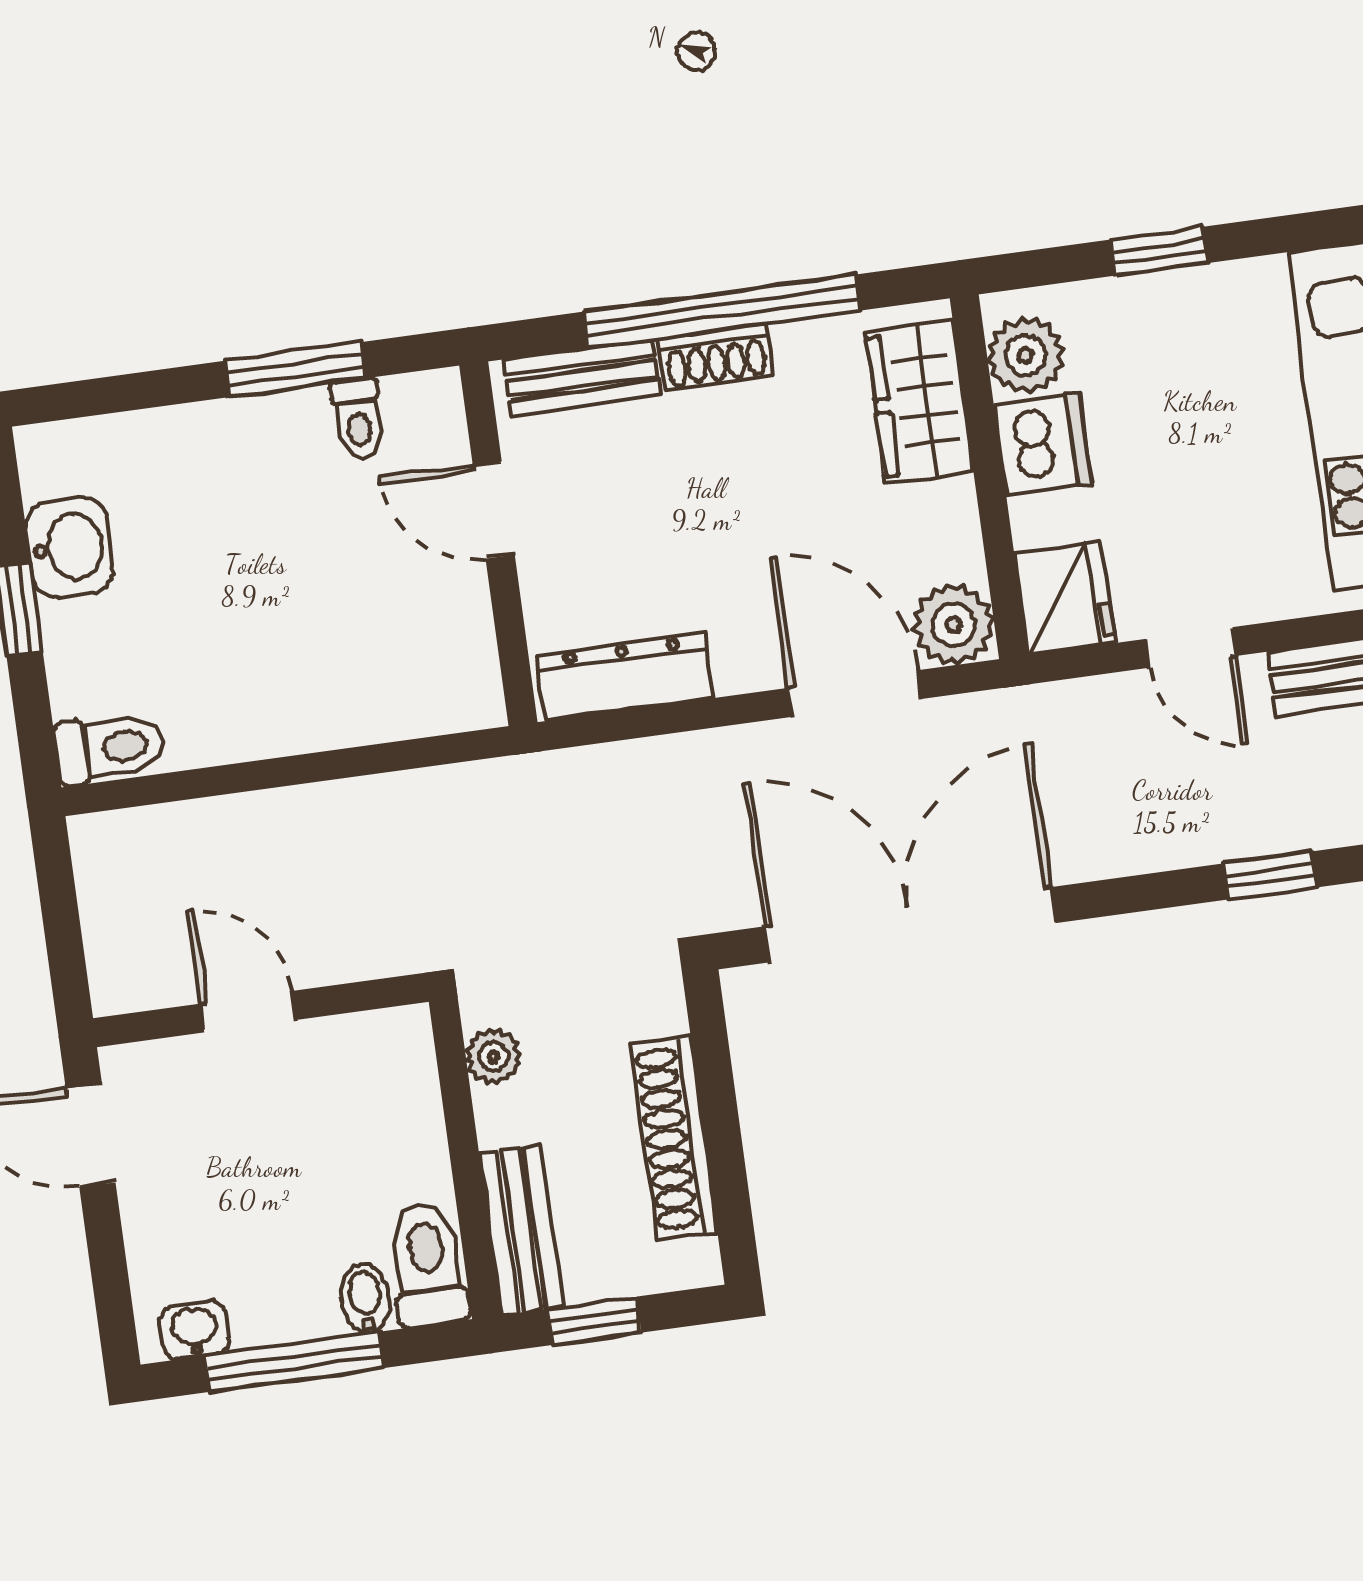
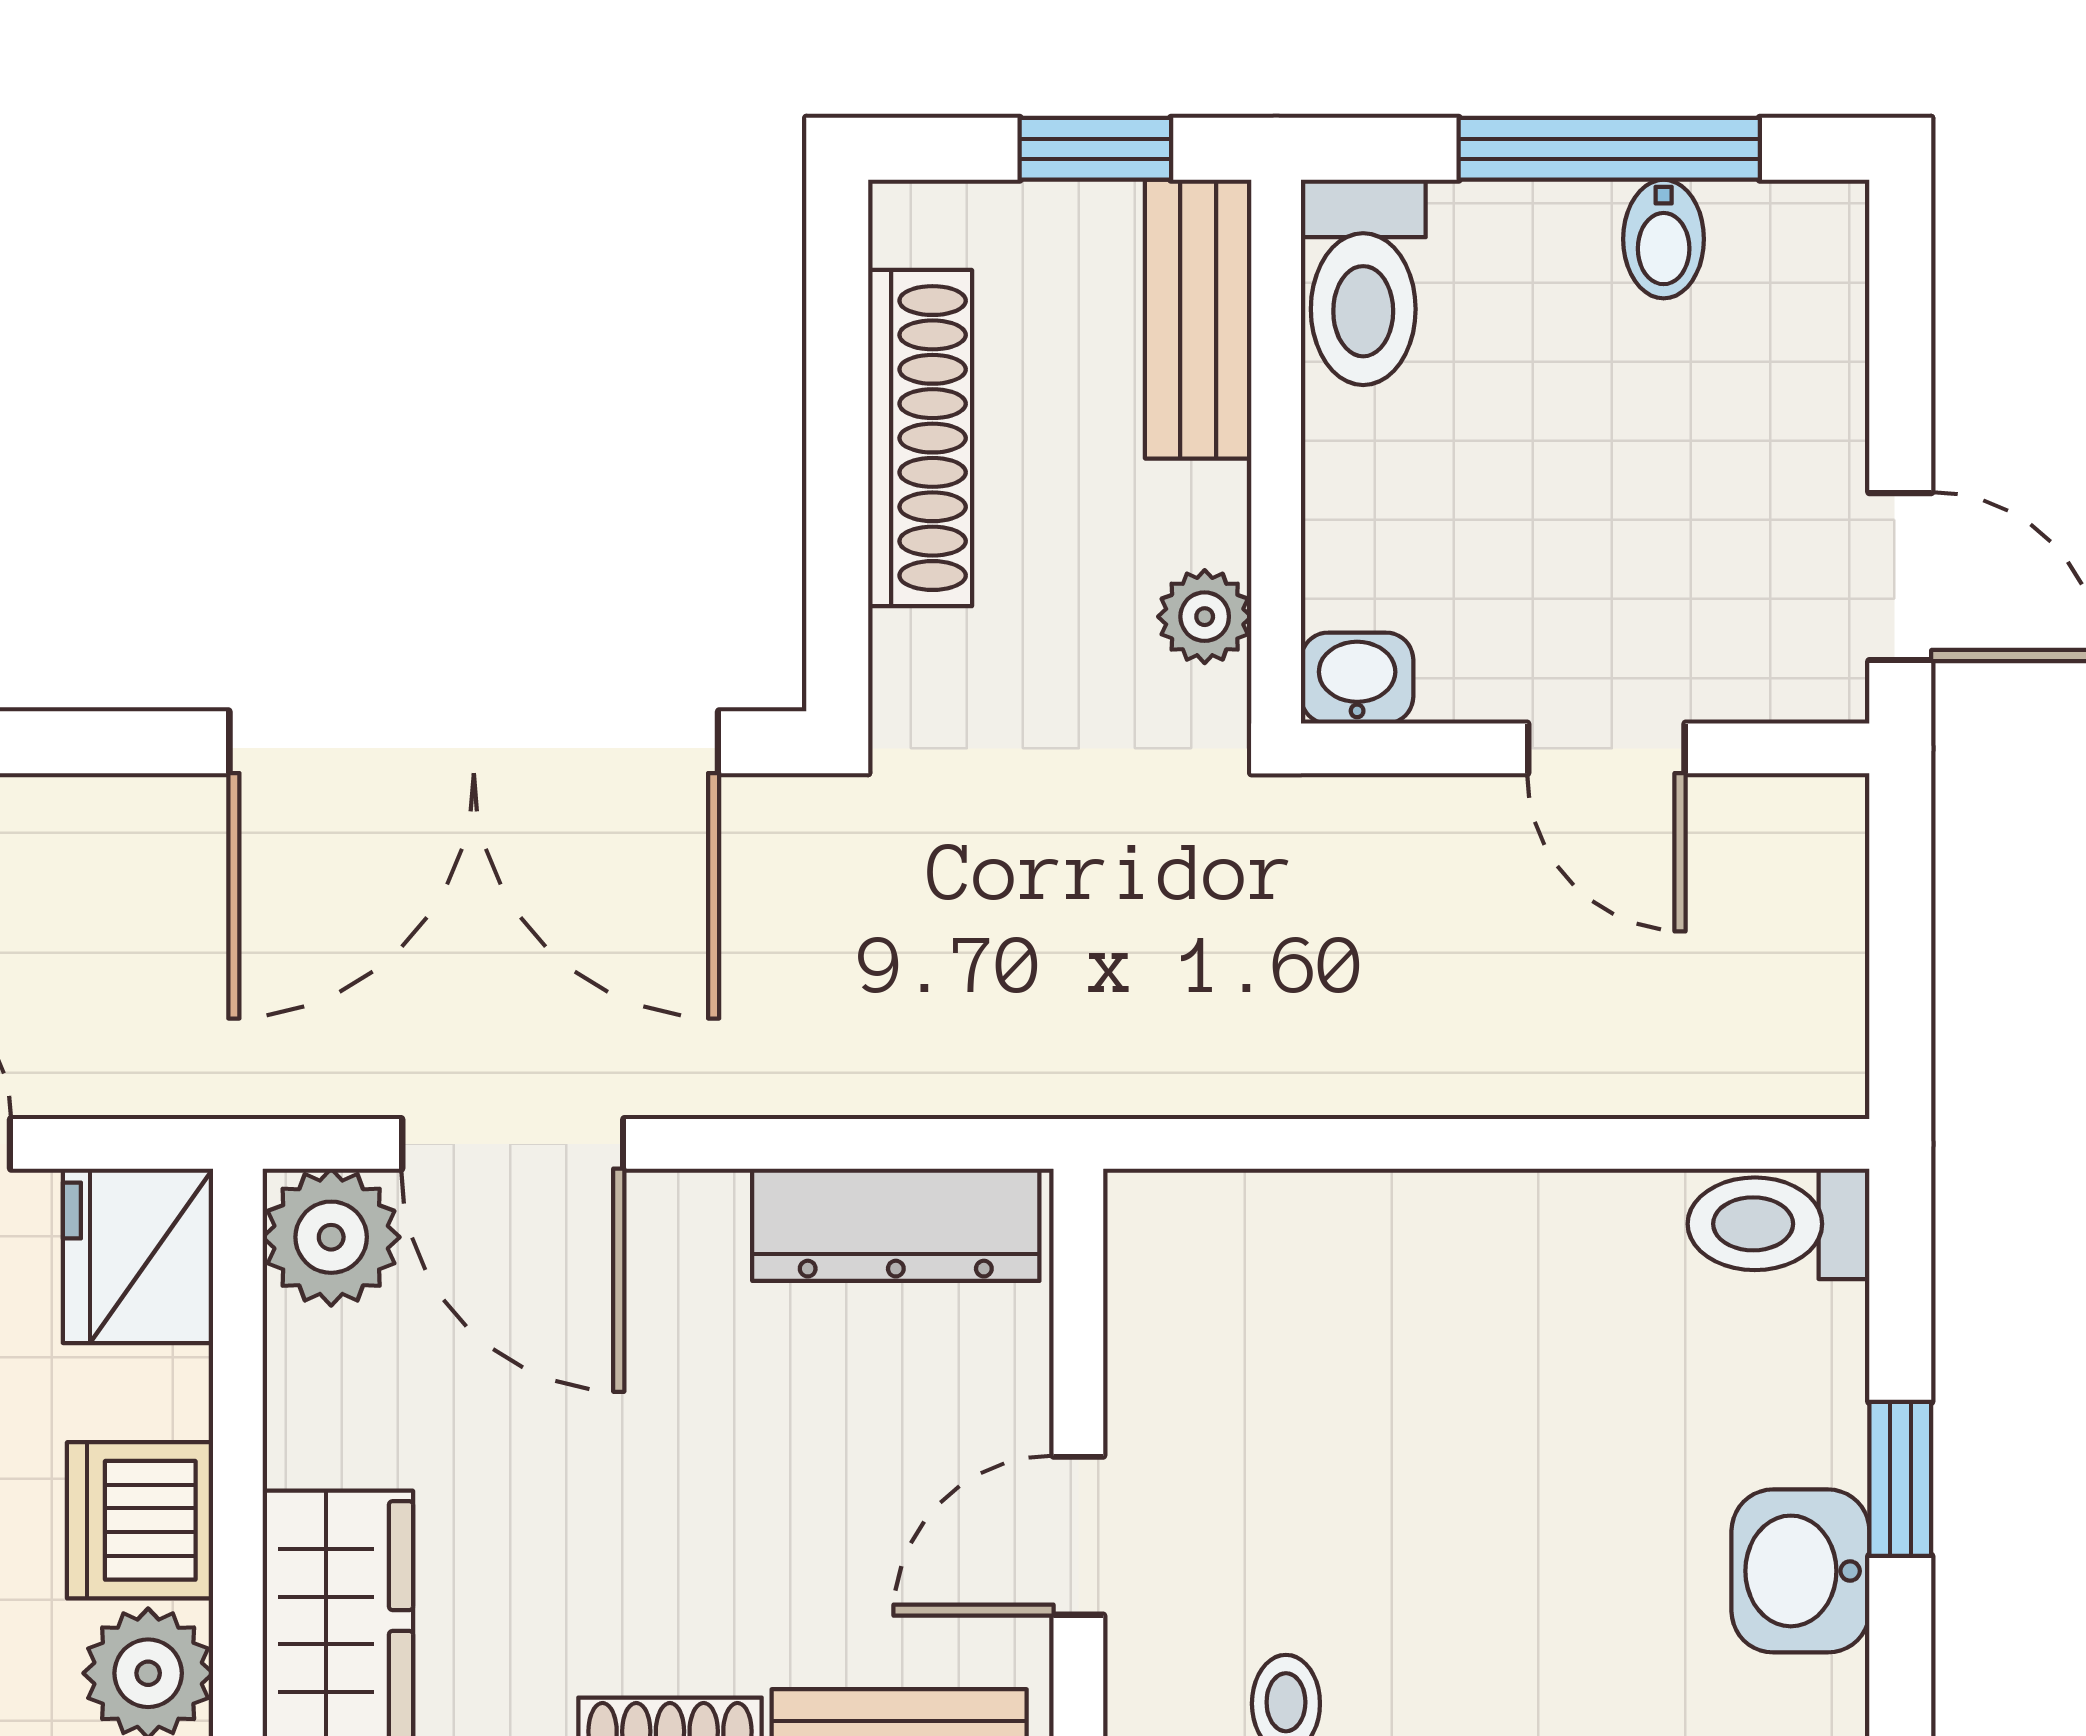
door: (494, 510) -> (1078, 1536), swing flipped
bidet: (365, 1298) -> (1664, 239), moved
washbasin: (195, 1330) -> (1357, 678), moved, turned 180

